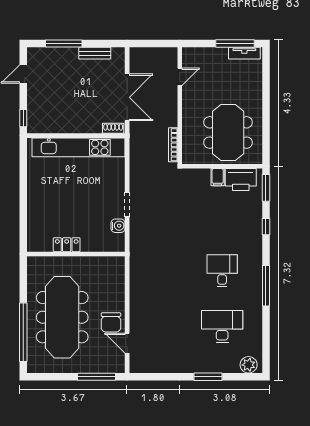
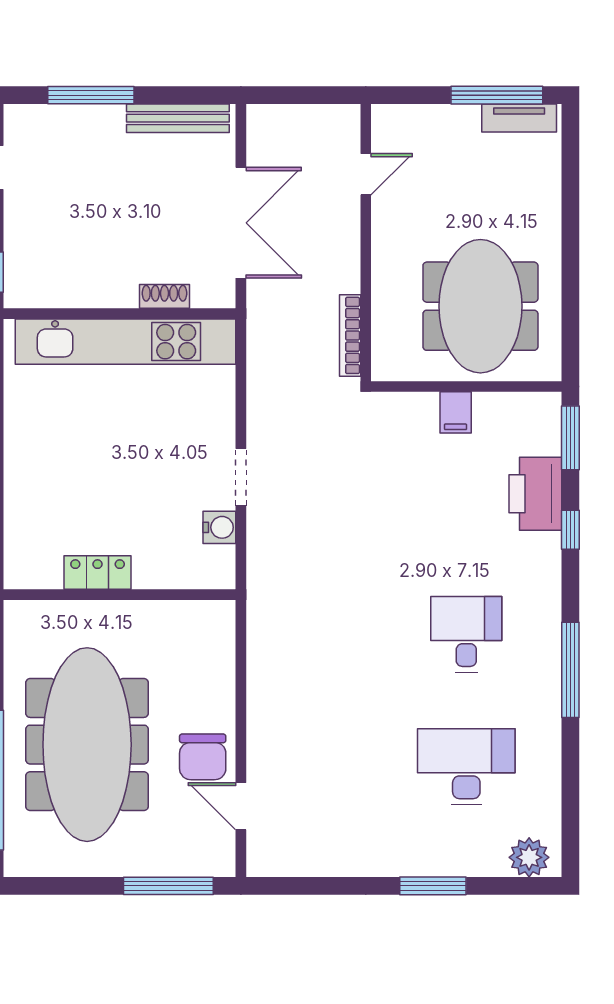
bench: (95, 53) -> (178, 118), width x1.36
shoe rack: (113, 128) -> (164, 296), moved
printer: (241, 180) -> (535, 494), moved, turned 90

